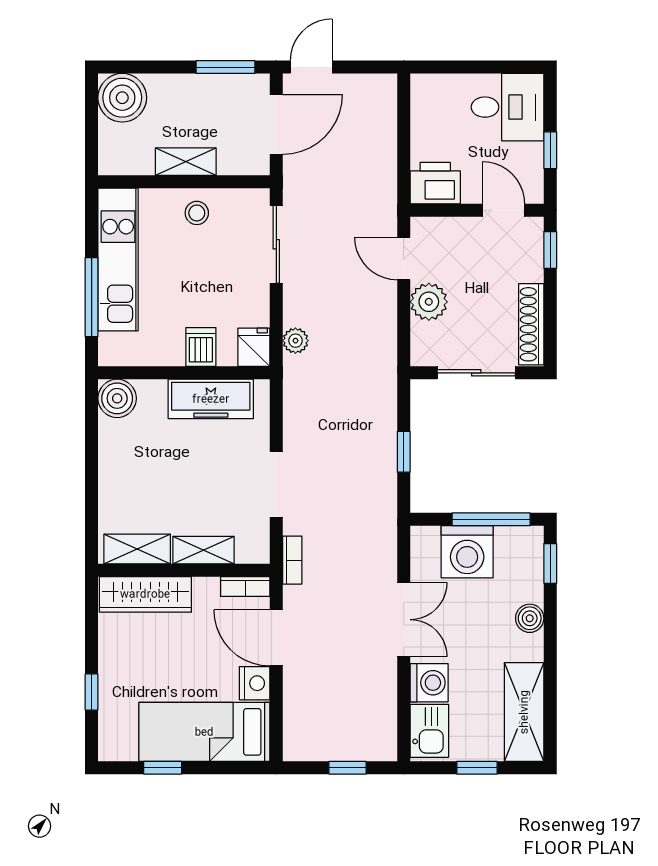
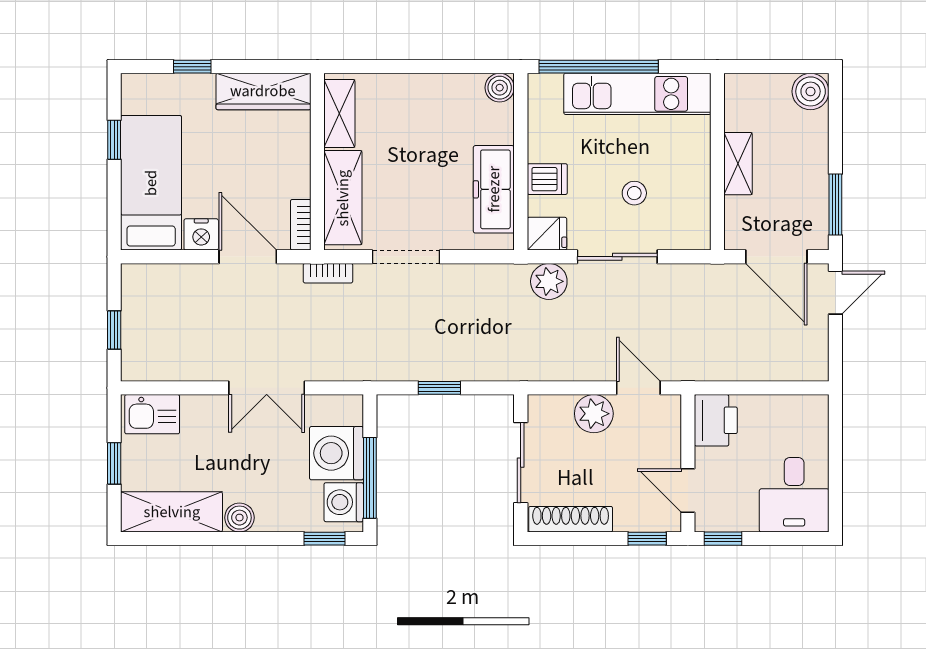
door: (311, 67) -> (835, 293), hinge flipped
boiler: (122, 98) -> (811, 91), width x0.73, depth x0.73
window: (550, 150) -> (723, 539), moved
door: (503, 210) -> (688, 490), swing flipped
stool: (197, 213) -> (634, 193), moved
sliding door: (276, 244) -> (617, 257), moved
door: (404, 258) -> (638, 388), hinge flipped
window: (92, 297) -> (599, 67), width x1.46
plant: (295, 341) -> (549, 281), width x1.38, depth x1.38
boiler: (117, 398) -> (500, 88), width x0.73, depth x0.73
shelving: (204, 550) -> (343, 198), width x1.50, depth x1.33
wardrobe: (145, 594) -> (263, 91), moved, turned -90
boiler: (530, 618) -> (239, 518), moved
door: (276, 638) -> (248, 257), hinge flipped
washing machine: (429, 683) -> (344, 502), moved, turned 90

